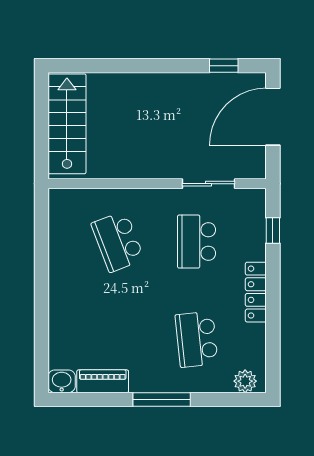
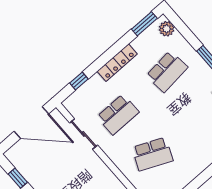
door: (273, 117) -> (31, 123), moved
school desk: (118, 242) -> (153, 154), turned 45
window: (273, 361) -> (144, 24), added

